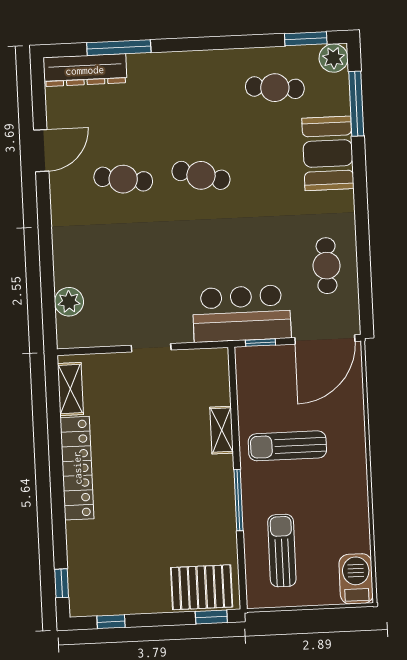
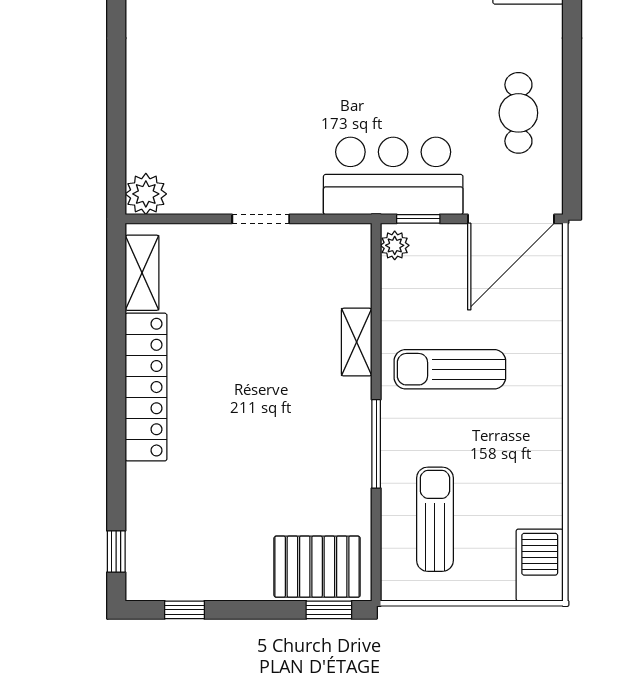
plant: (69, 302) -> (146, 194), moved
plant: (245, 362) -> (395, 245), added

